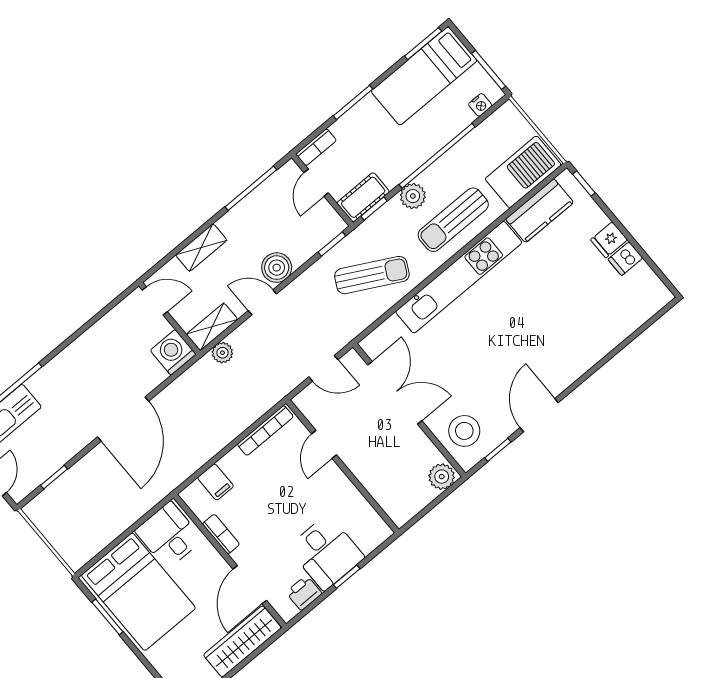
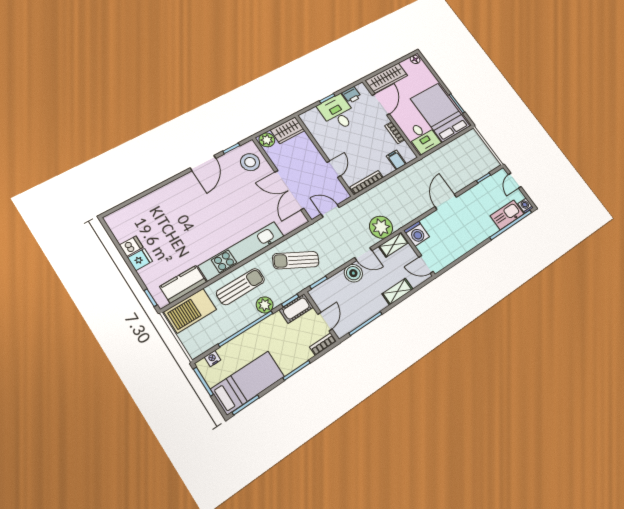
plant: (222, 353) -> (381, 227), width x1.87, depth x1.87
door: (123, 419) -> (446, 202), width x0.73
wardrobe: (409, 501) -> (288, 130), added

